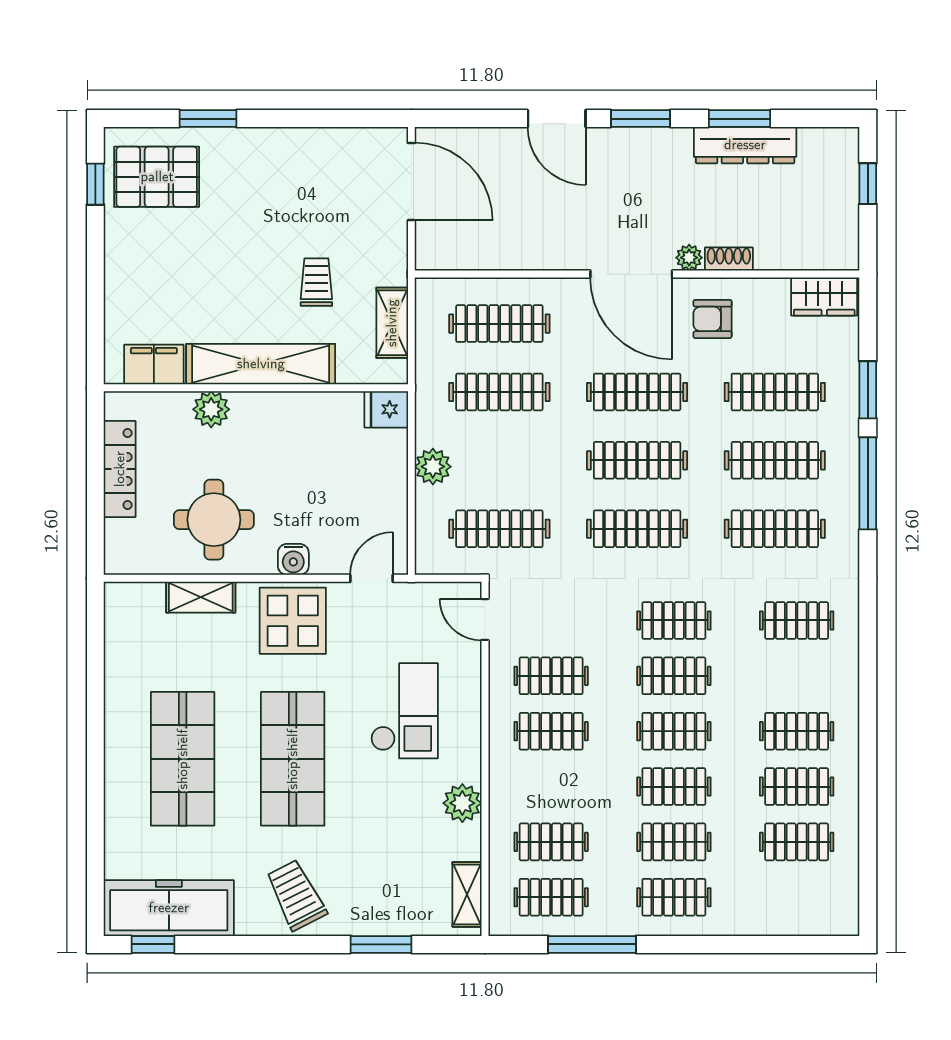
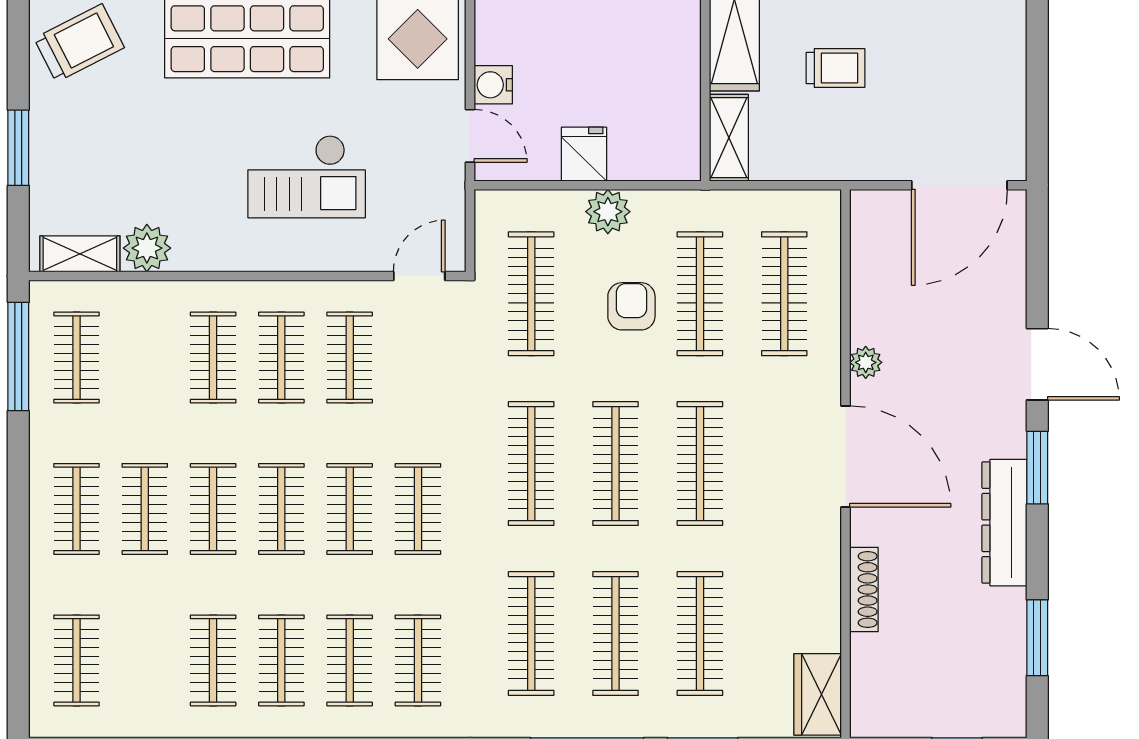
door: (557, 119) -> (1037, 364), swing flipped
window: (740, 119) -> (1037, 638), moved
dresser: (745, 145) -> (1004, 523), moved
plant: (689, 258) -> (866, 362), moved
shoe rack: (729, 259) -> (864, 589), width x1.43
door: (631, 274) -> (845, 456), swing flipped
armchair: (712, 319) -> (631, 306), moved
shelving: (392, 323) -> (729, 138), moved, turned 90
fridge: (386, 409) -> (584, 154), moved
water cooler: (293, 559) -> (493, 85), moved
clothes rail: (797, 676) -> (350, 660), added
plant: (462, 803) -> (147, 248), moved
clothes rail: (551, 842) -> (213, 358), moved
clothes rail: (797, 842) -> (77, 660), moved
window: (592, 944) -> (18, 357), moved

